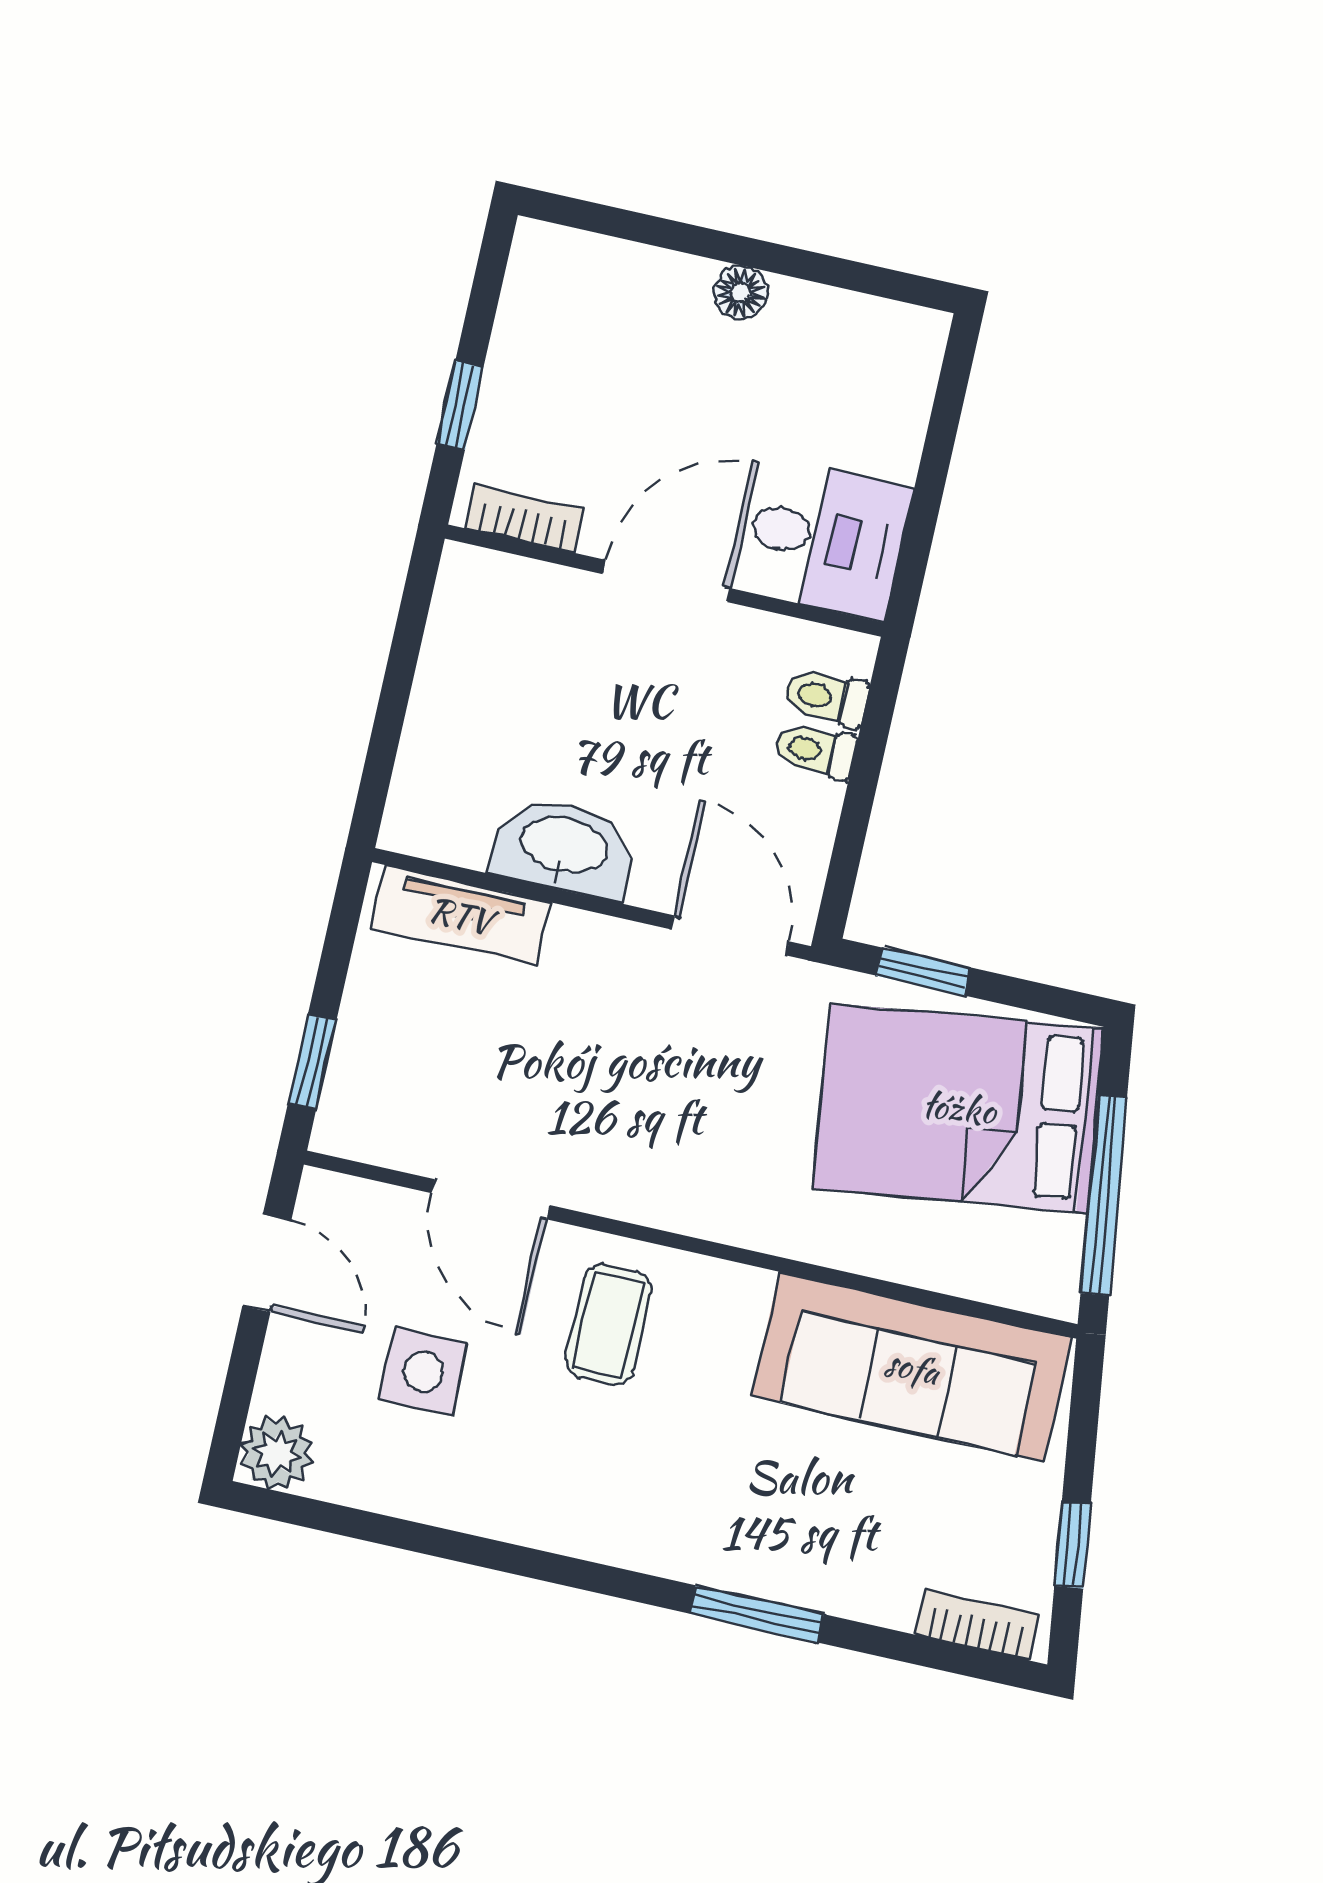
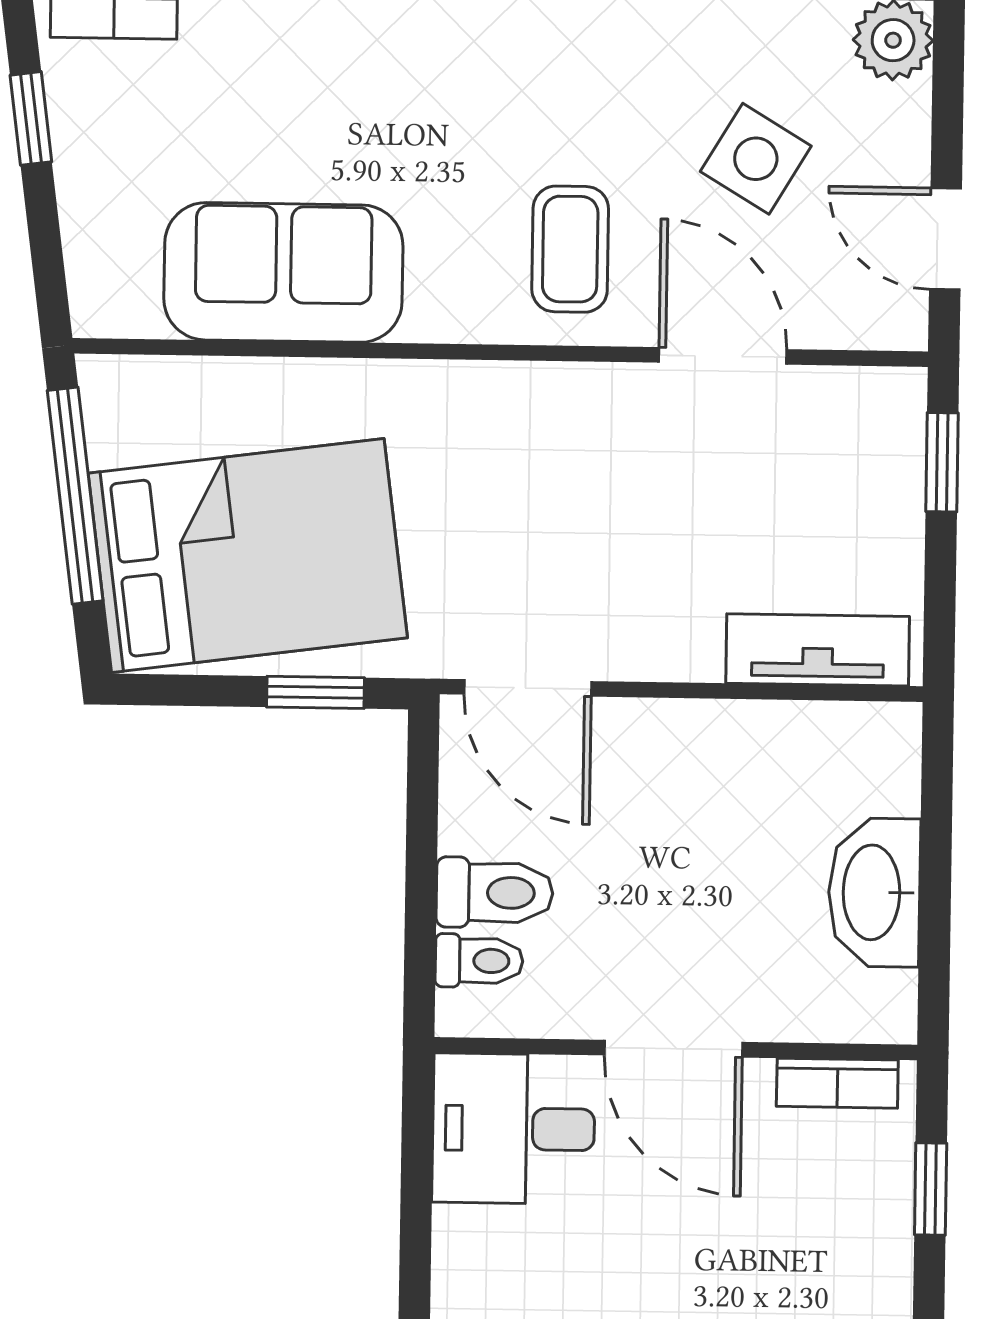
door: (666, 581) -> (673, 1049), hinge flipped
toilet: (815, 751) -> (495, 893), width x1.37, depth x1.39
washbasin: (564, 847) -> (874, 892), moved, turned 90
sofa: (912, 1367) -> (283, 272), width x0.73
side table: (423, 1372) -> (756, 159), turned 31

